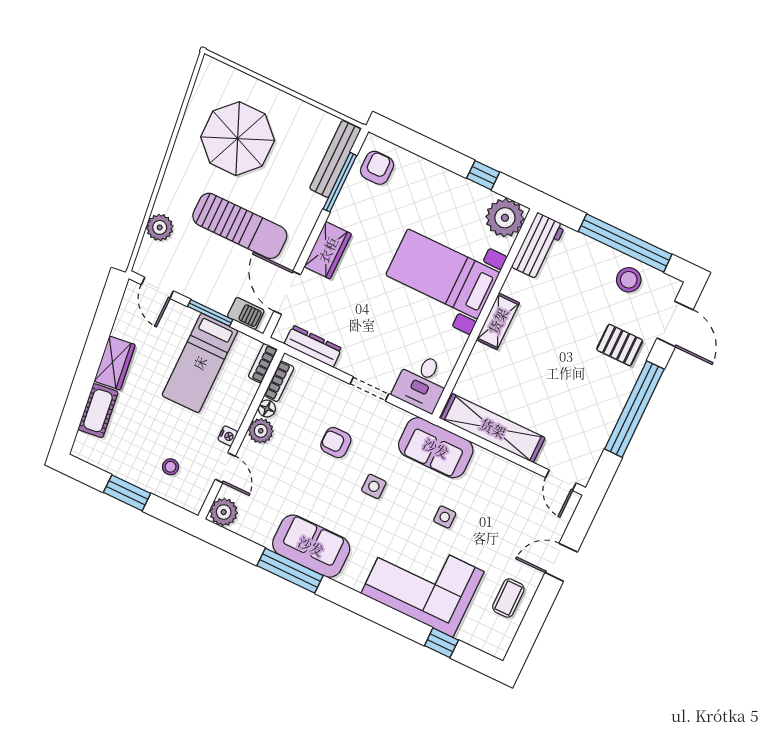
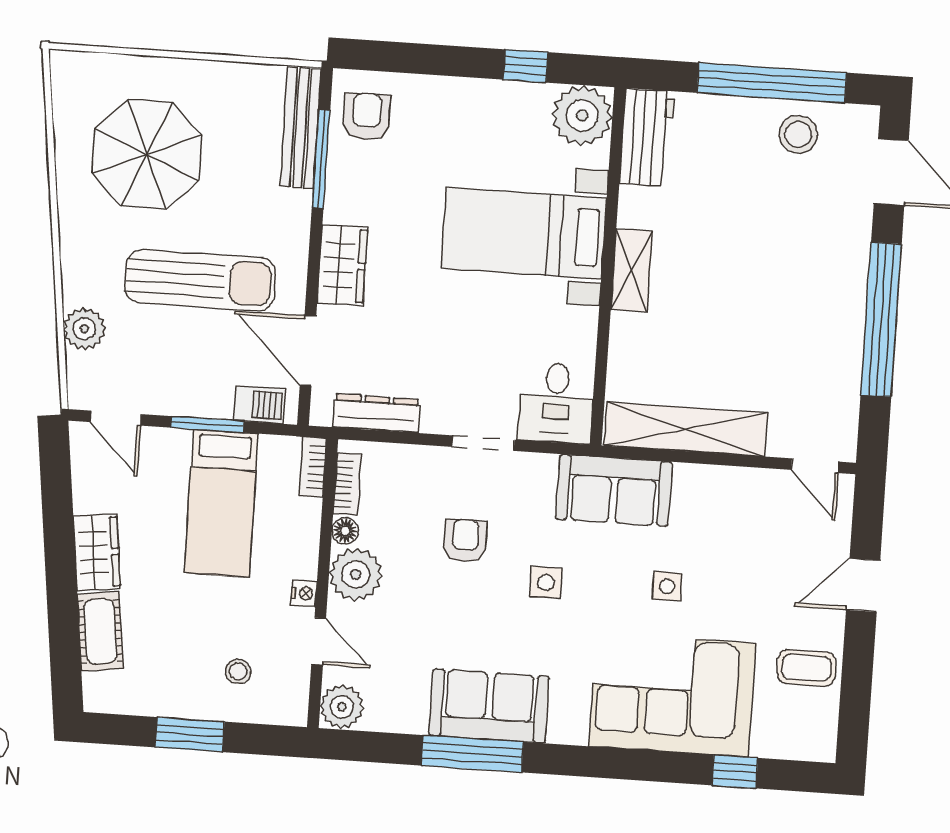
pallet: (620, 345) -> (823, 235), removed
plant: (261, 431) -> (356, 575), width x1.36, depth x1.36
armchair: (336, 443) -> (465, 541), turned 90
coffee table: (508, 598) -> (806, 668), turned 90

